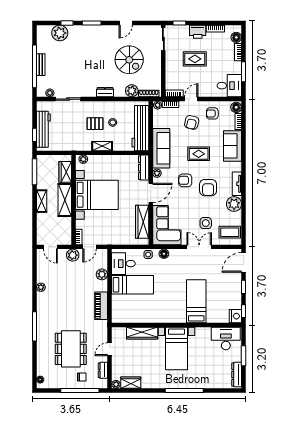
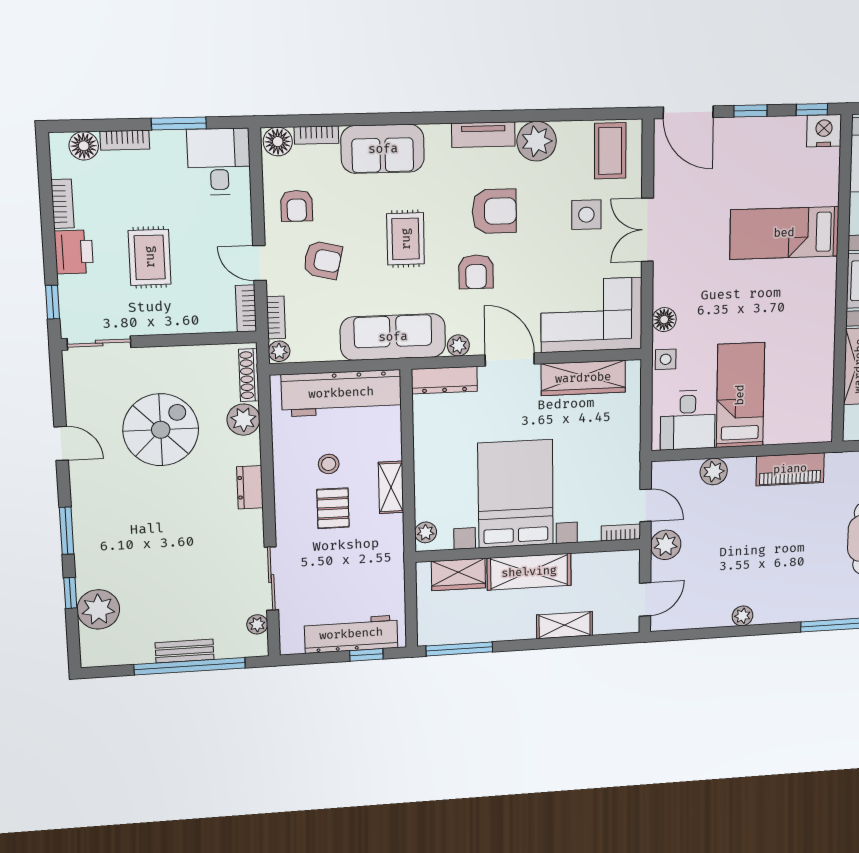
shelving: (42, 201) -> (565, 625), moved

